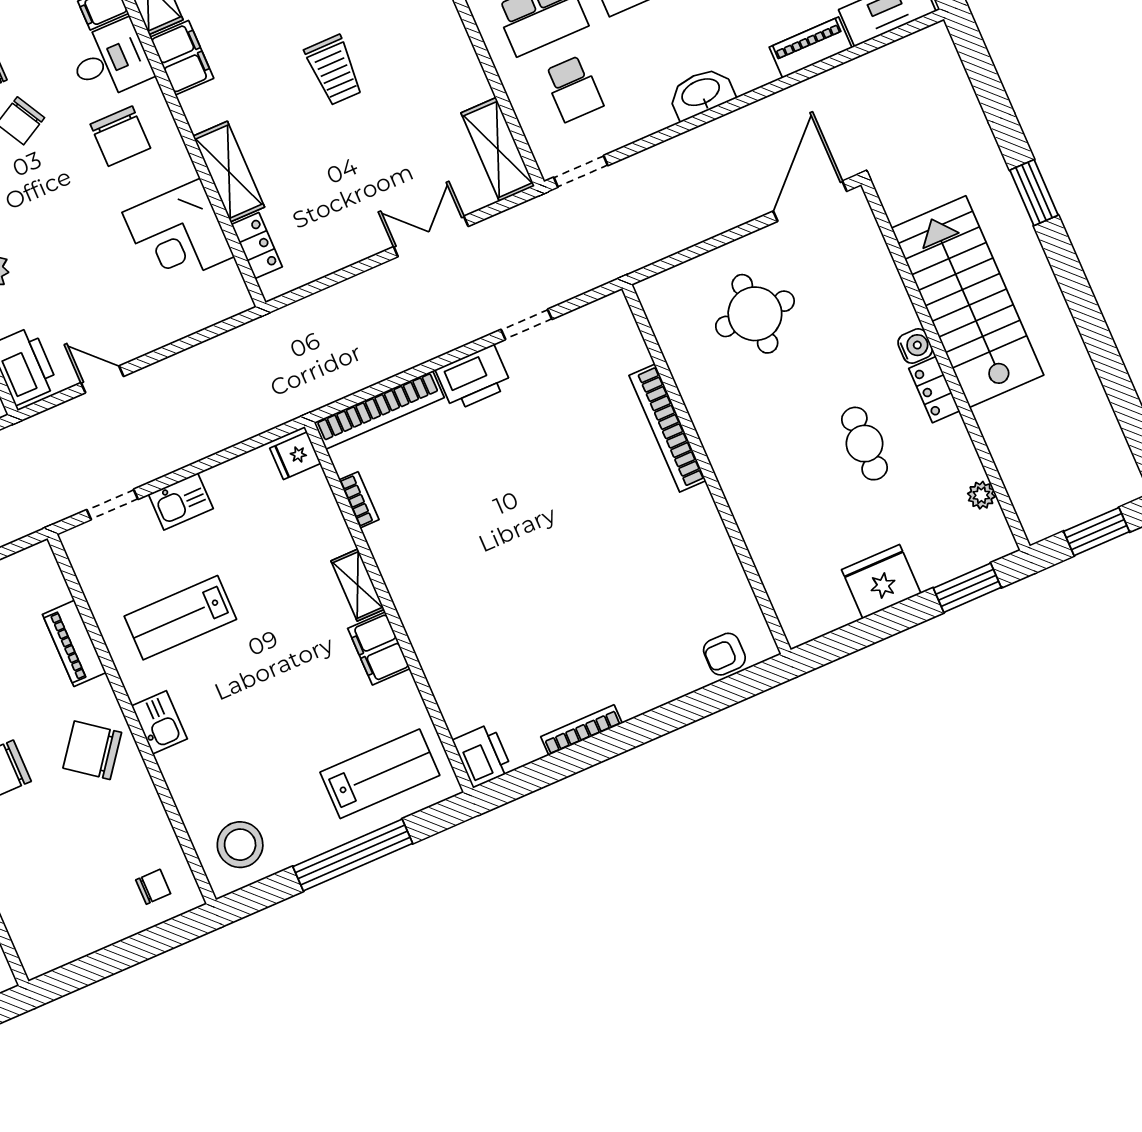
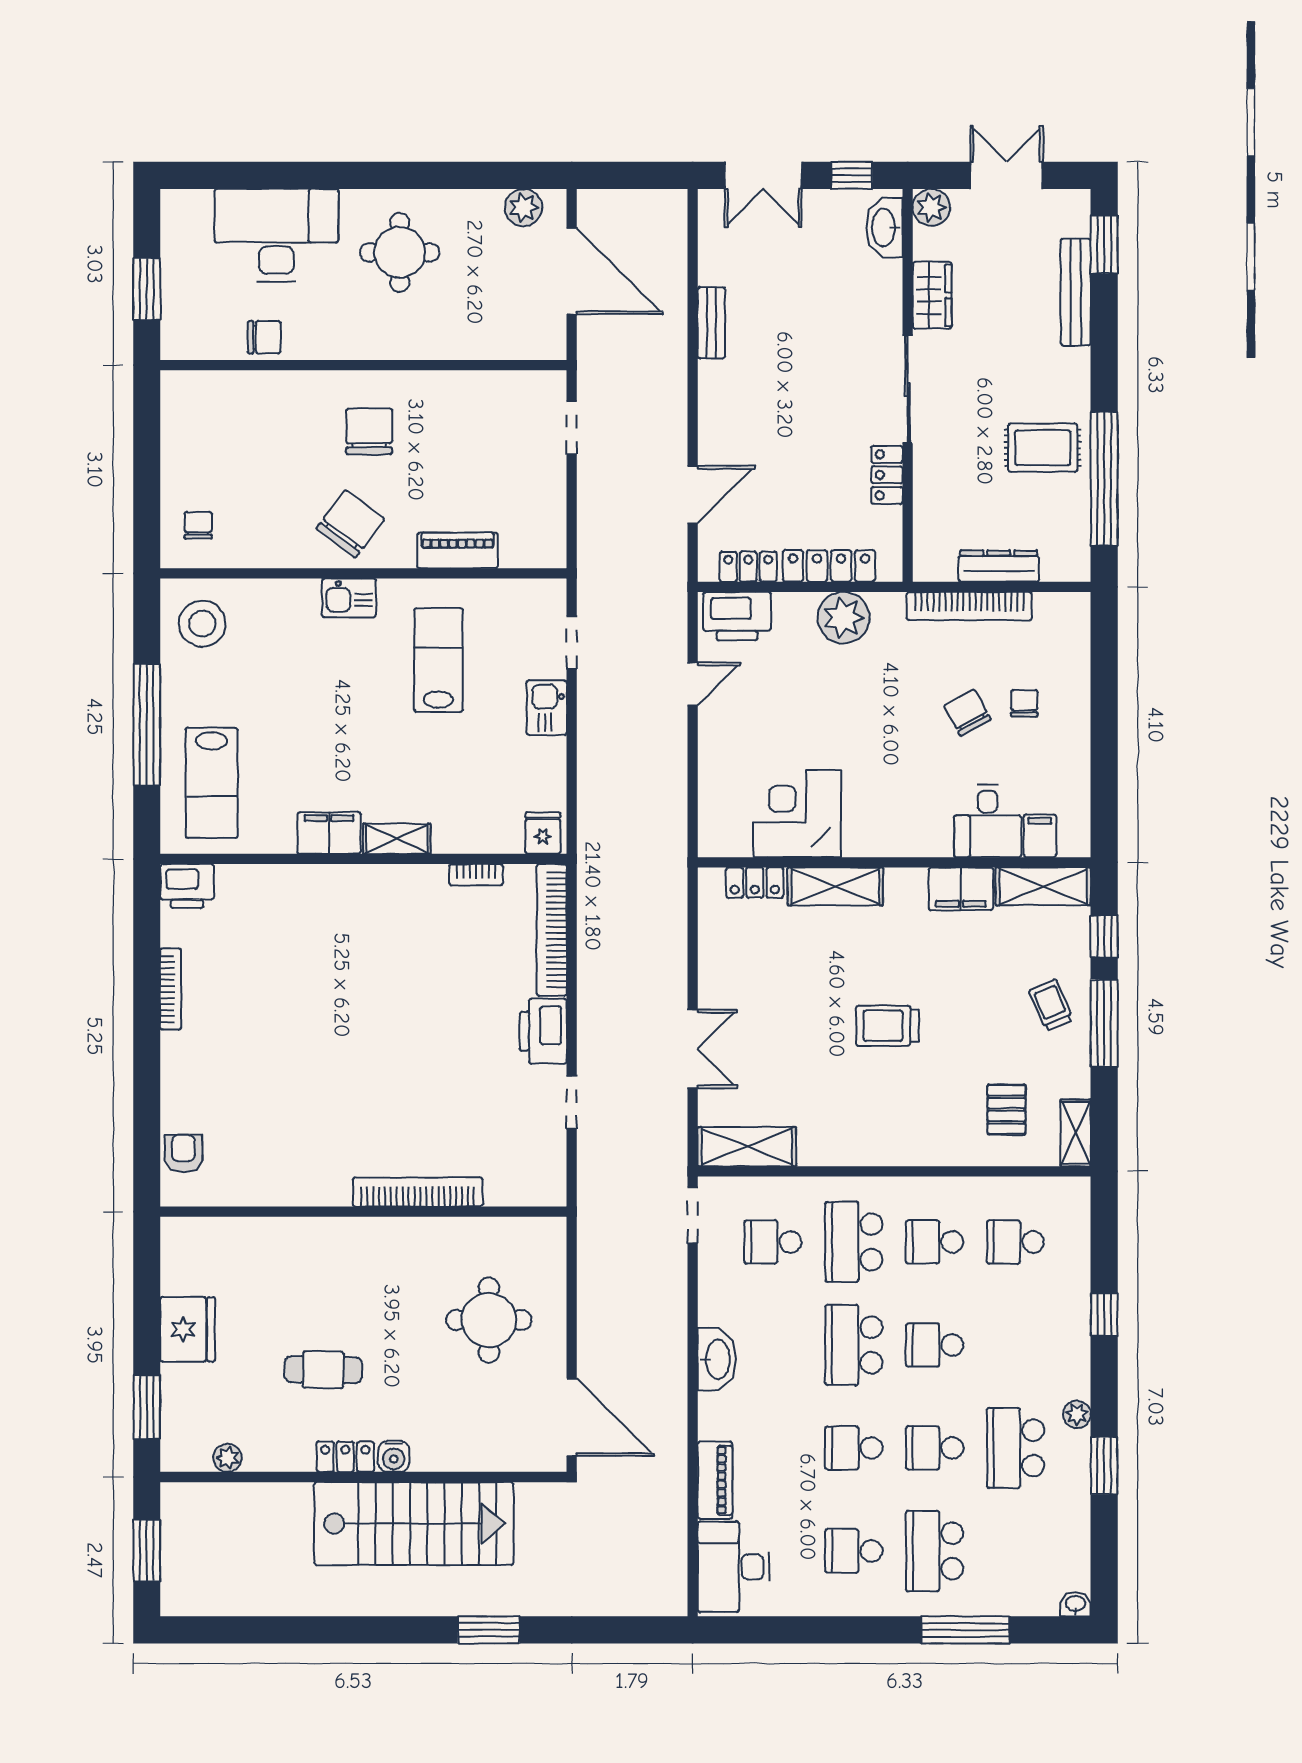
chair: (120, 136) -> (912, 800), removed
chair: (153, 887) -> (198, 525), turned 180

